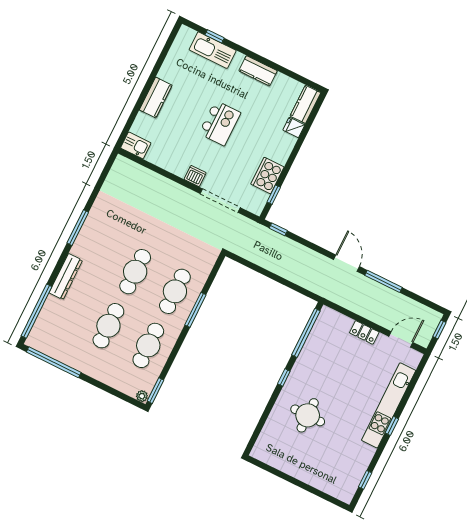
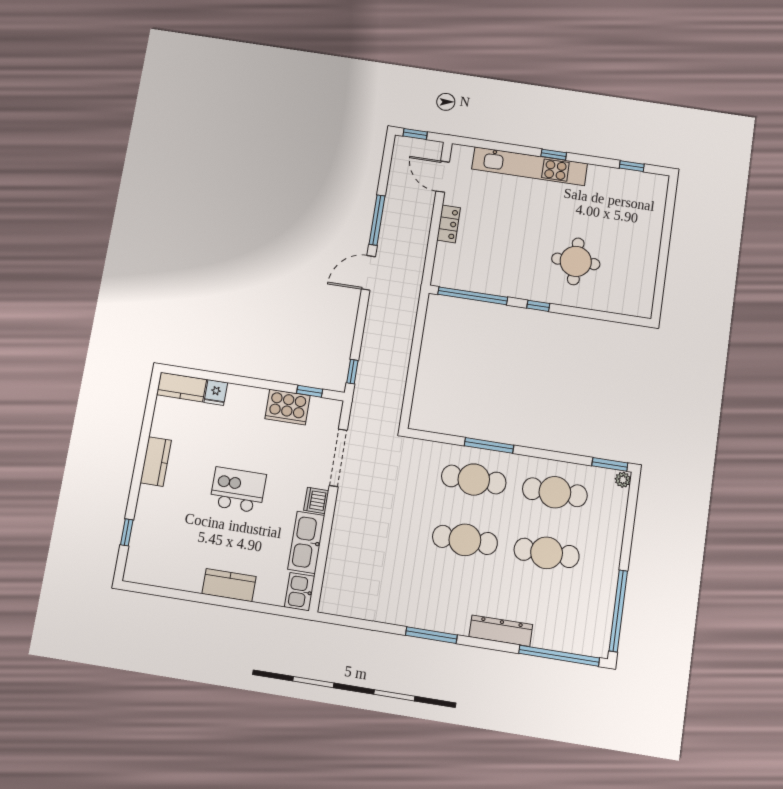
kitchen sink: (213, 50) -> (306, 542), moved, turned 180

